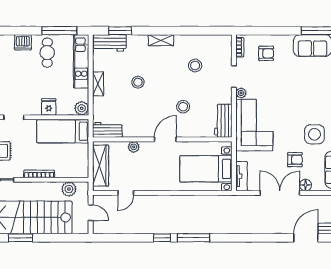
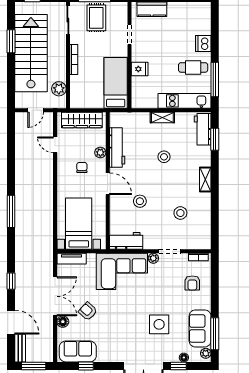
plant: (82, 108) -> (138, 101), removed
workbench: (107, 130) -> (117, 147), moved, width x1.38
side table: (315, 134) -> (159, 324), moved
armchair: (295, 160) -> (88, 311), turned 133
chair: (149, 166) -> (82, 168), added
window: (162, 238) -> (11, 281), moved

